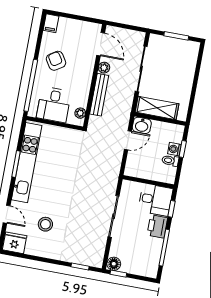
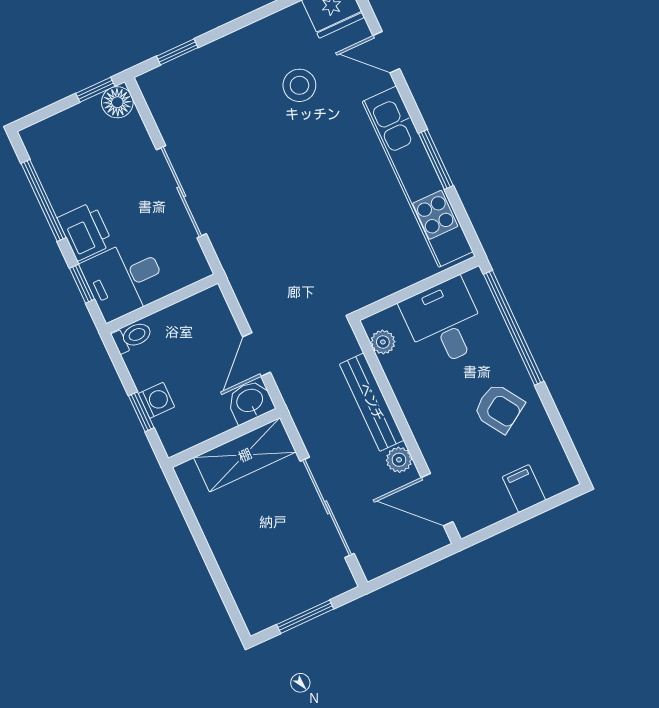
filing cabinet: (51, 23) -> (524, 489), moved
toilet: (170, 161) -> (132, 337), moved

